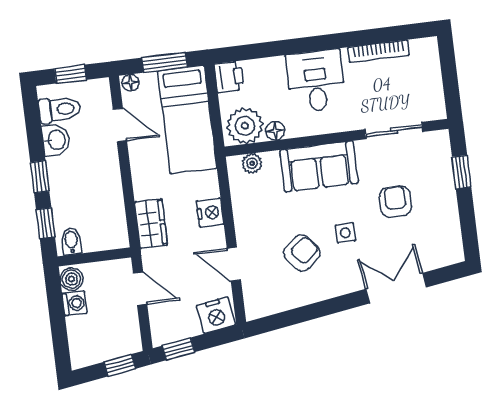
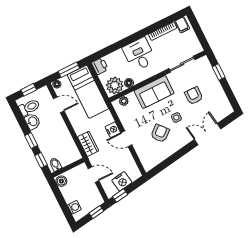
filing cabinet: (422, 52) -> (182, 25), added
door: (234, 264) -> (126, 139), moved
washing machine: (74, 303) -> (74, 207), moved
nightstand: (216, 315) -> (122, 181), moved

